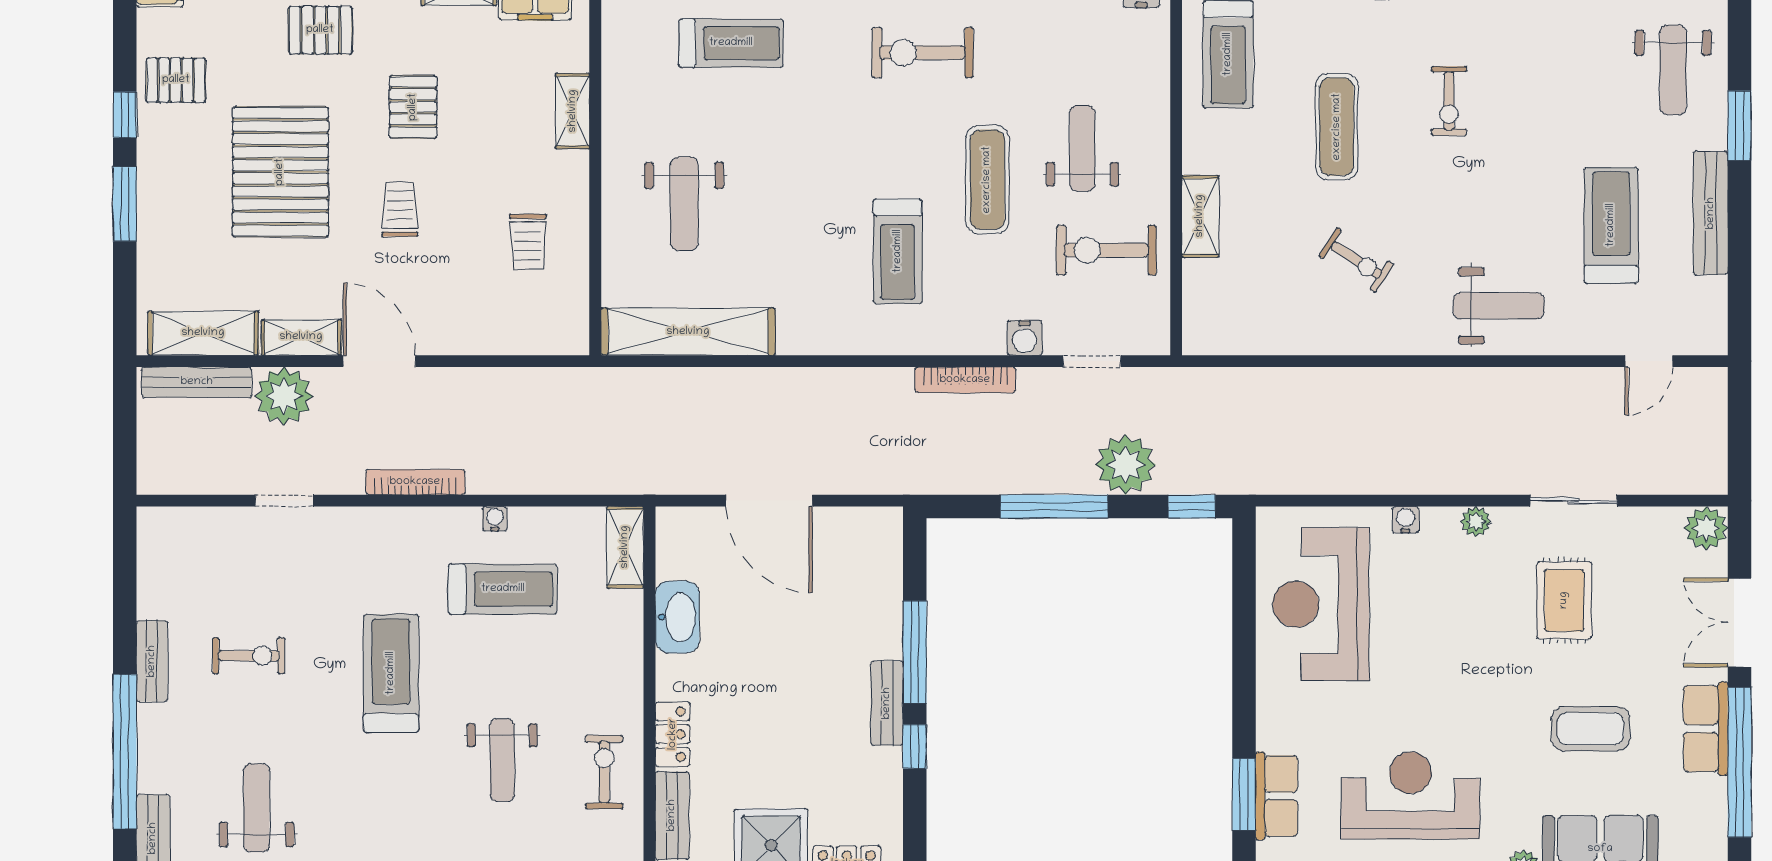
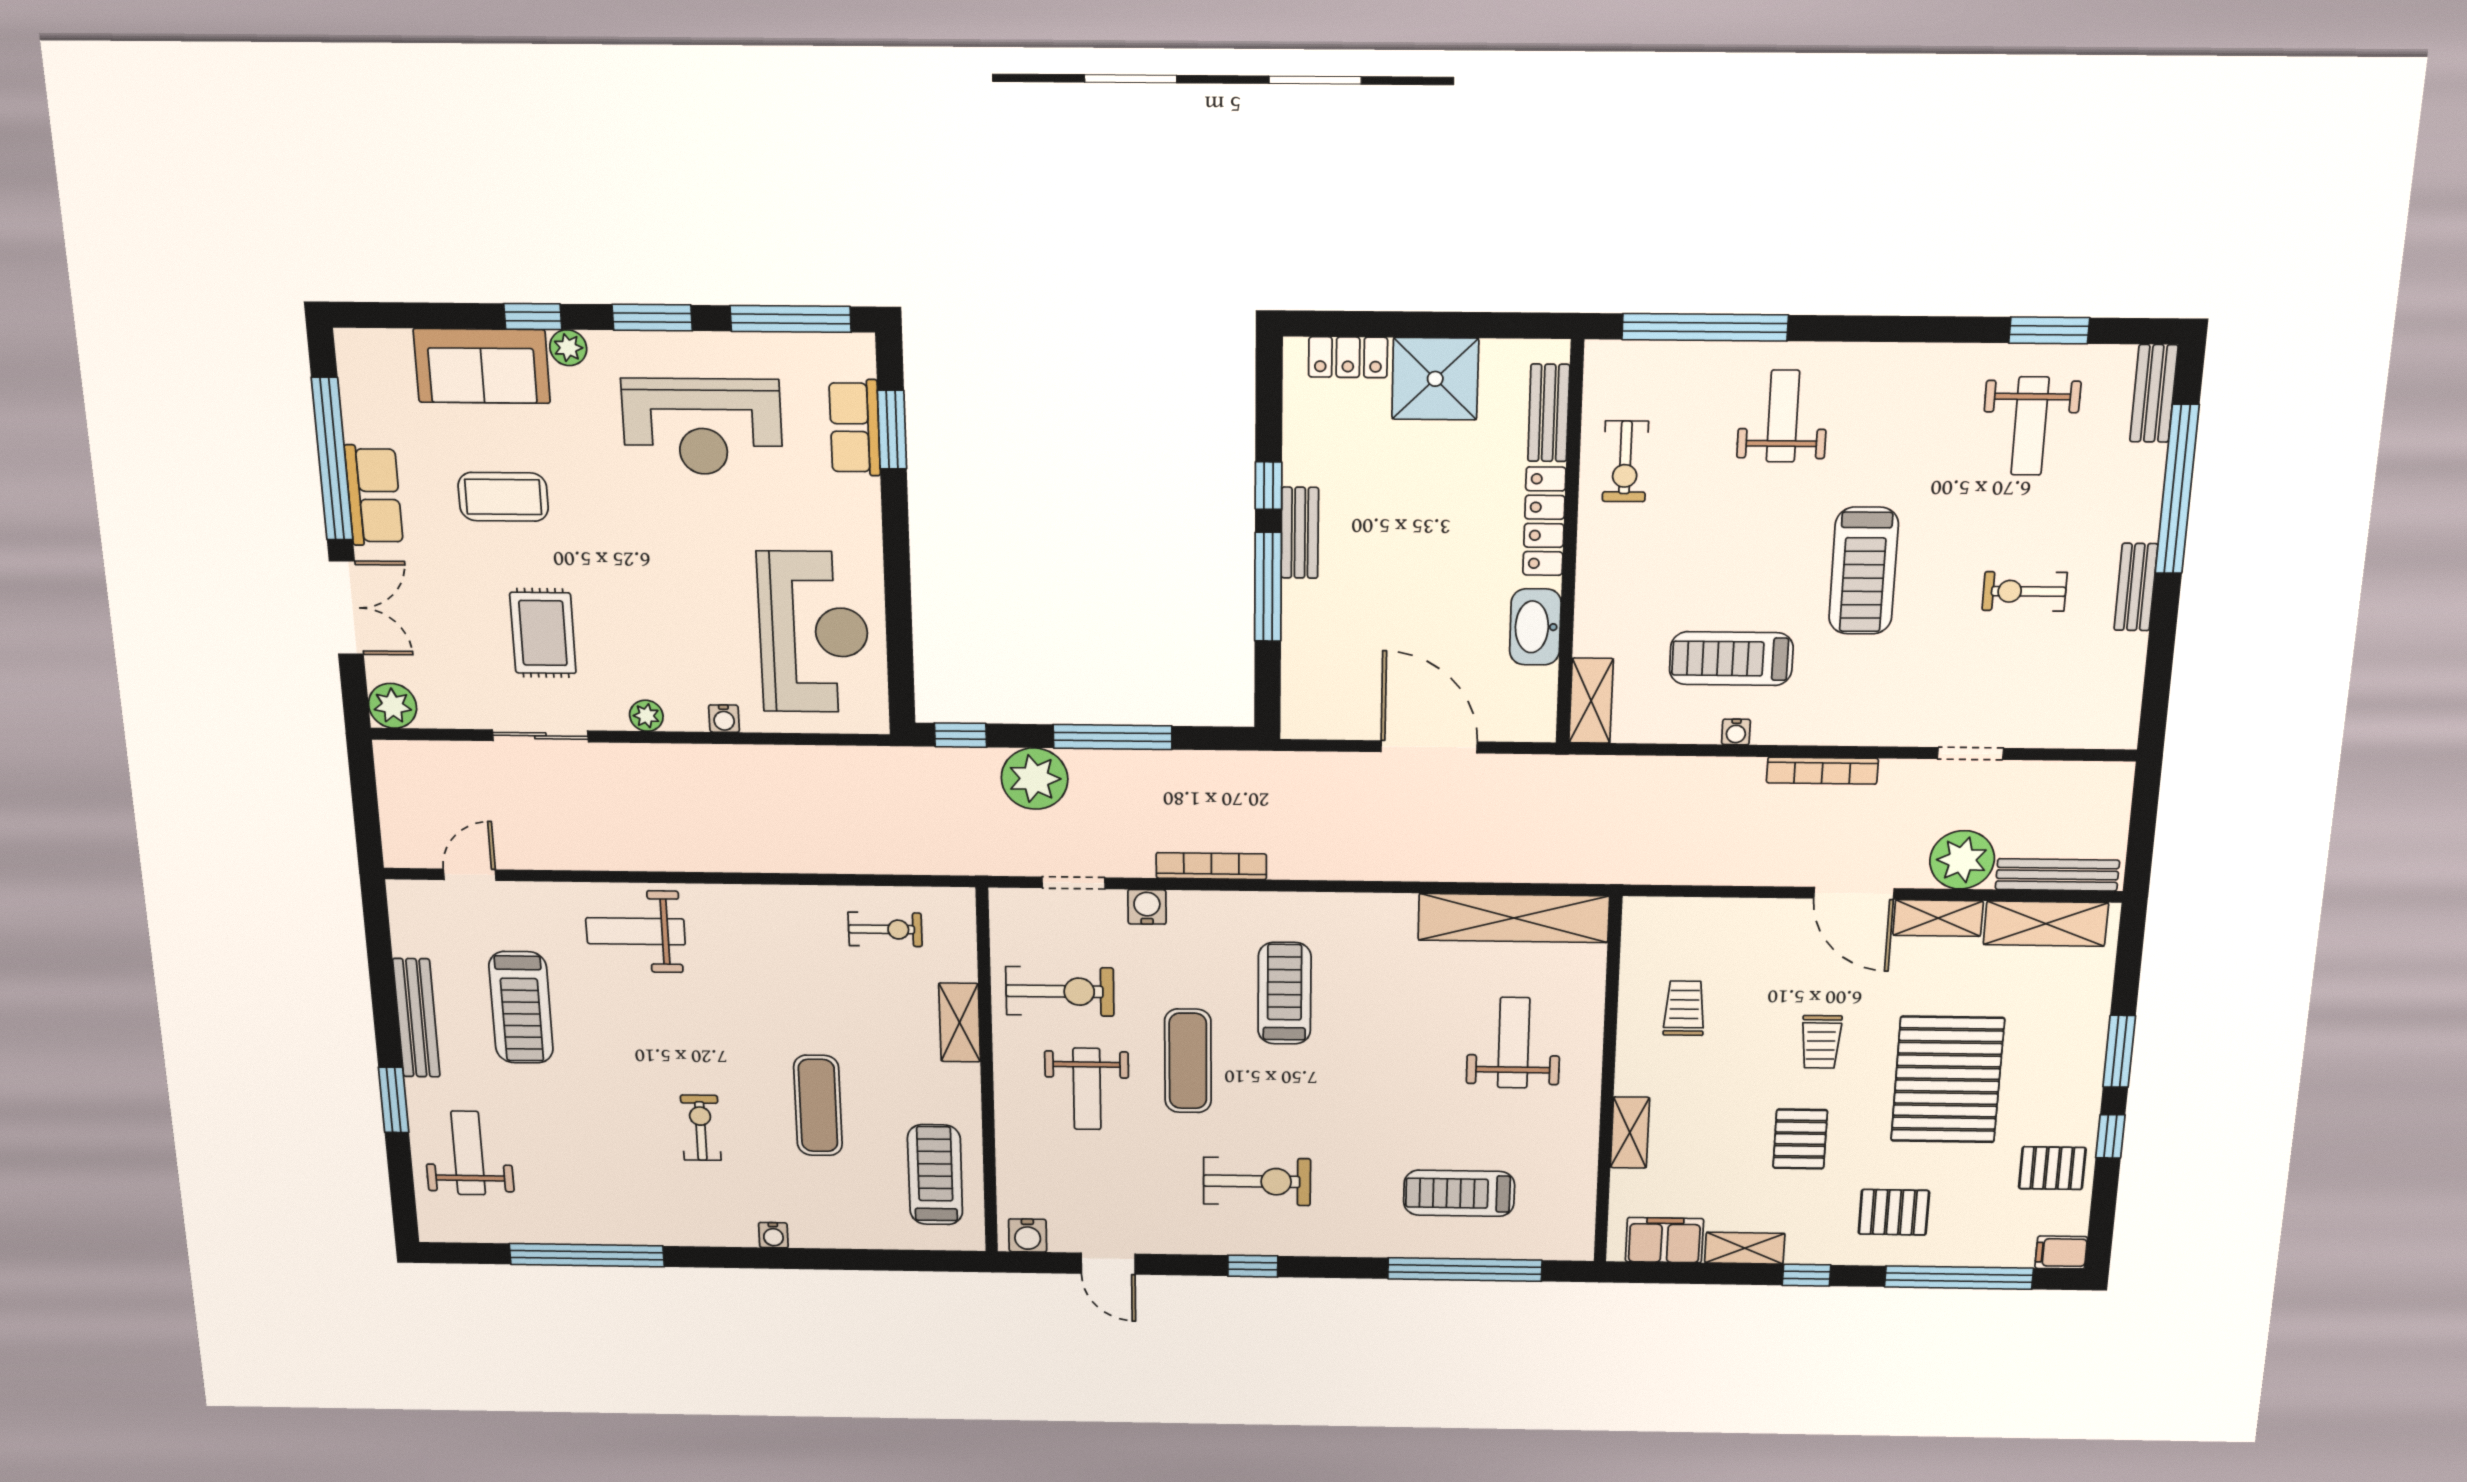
exercise bike: (1356, 260) -> (885, 929), moved, turned 147
locker: (673, 734) -> (1544, 521), width x1.53
weight bench: (502, 760) -> (1783, 416), moved

